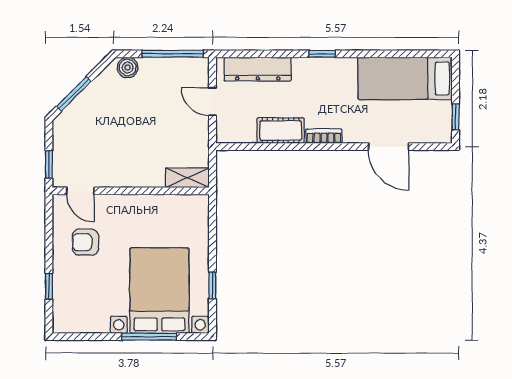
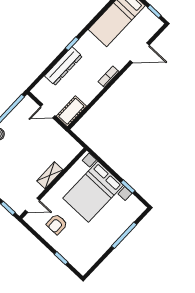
dresser: (258, 69) -> (63, 66), moved
cot: (281, 130) -> (71, 111), moved
shelving: (187, 178) -> (50, 175), moved
bed with nightstands: (159, 291) -> (93, 192), moved, turned -90

